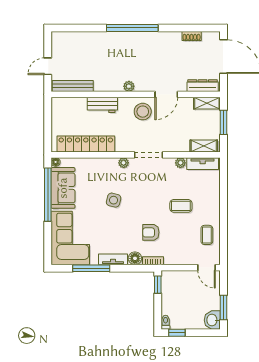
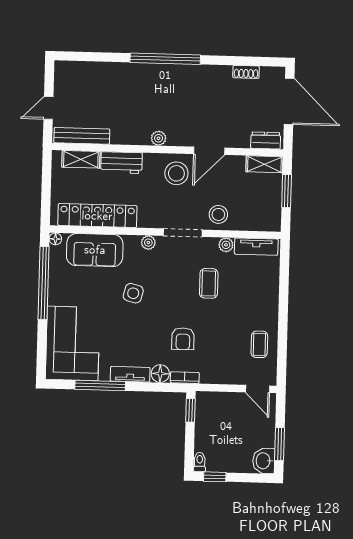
dresser: (203, 86) -> (266, 140), width x0.70
stool: (174, 141) -> (218, 214), added
shelving: (204, 146) -> (81, 159), moved
sofa: (63, 188) -> (95, 250), moved, turned 90
coffee table: (181, 206) -> (209, 283), moved, turned 90
armchair: (151, 232) -> (183, 339), turned -90

